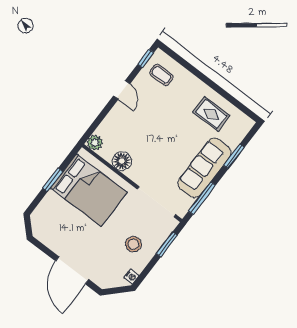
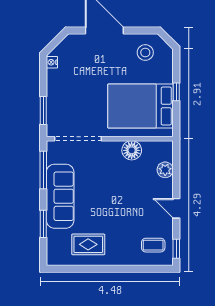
plant: (95, 143) -> (165, 170), moved
window: (53, 180) -> (176, 92), width x0.67
stool: (133, 244) -> (145, 52), moved

